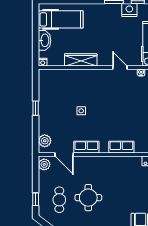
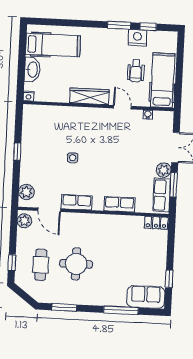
wheelchair: (129, 37) -> (136, 71), added
wardrobe: (81, 60) -> (89, 96), moved

